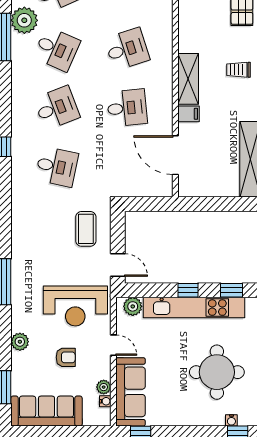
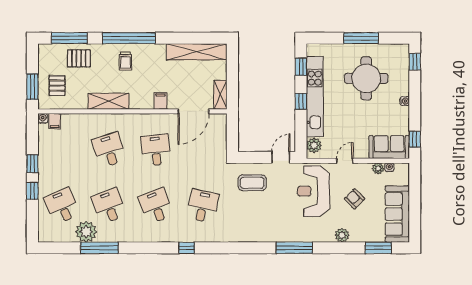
desk: (57, 49) -> (109, 206), turned -45
shelving: (188, 79) -> (108, 101), moved
shelving: (196, 189) -> (220, 95), added
reception desk: (75, 306) -> (314, 191), turned 180
armchair: (66, 357) -> (354, 199), turned -45
sofa: (131, 392) -> (389, 147), width x0.73
water cooler: (231, 420) -> (405, 101), moved

